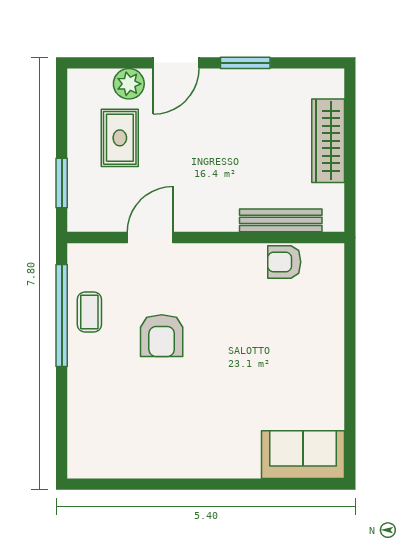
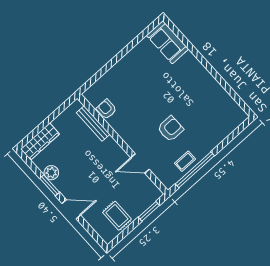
plant: (129, 84) -> (51, 173), moved
rug: (120, 138) -> (117, 216), moved, turned 90
wardrobe: (328, 141) -> (40, 142), moved
armchair: (284, 262) -> (106, 109), turned 180

